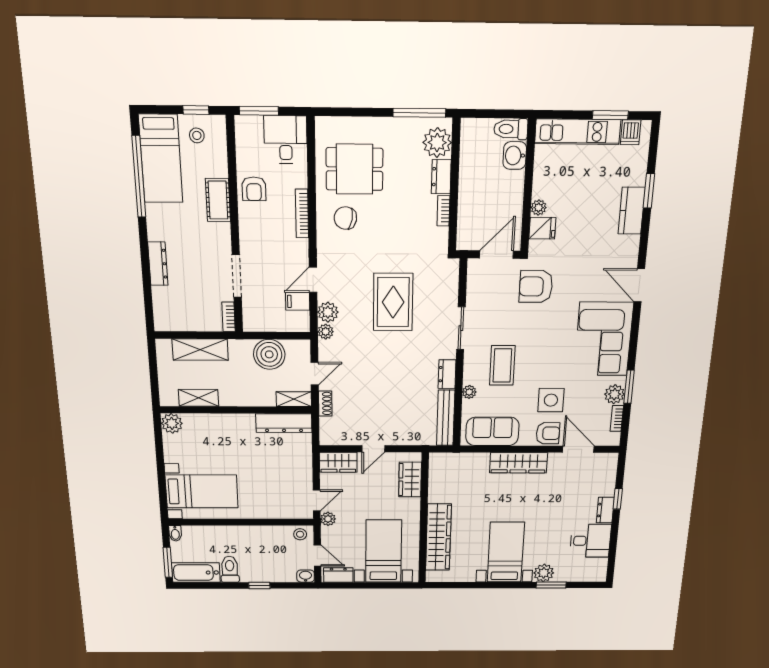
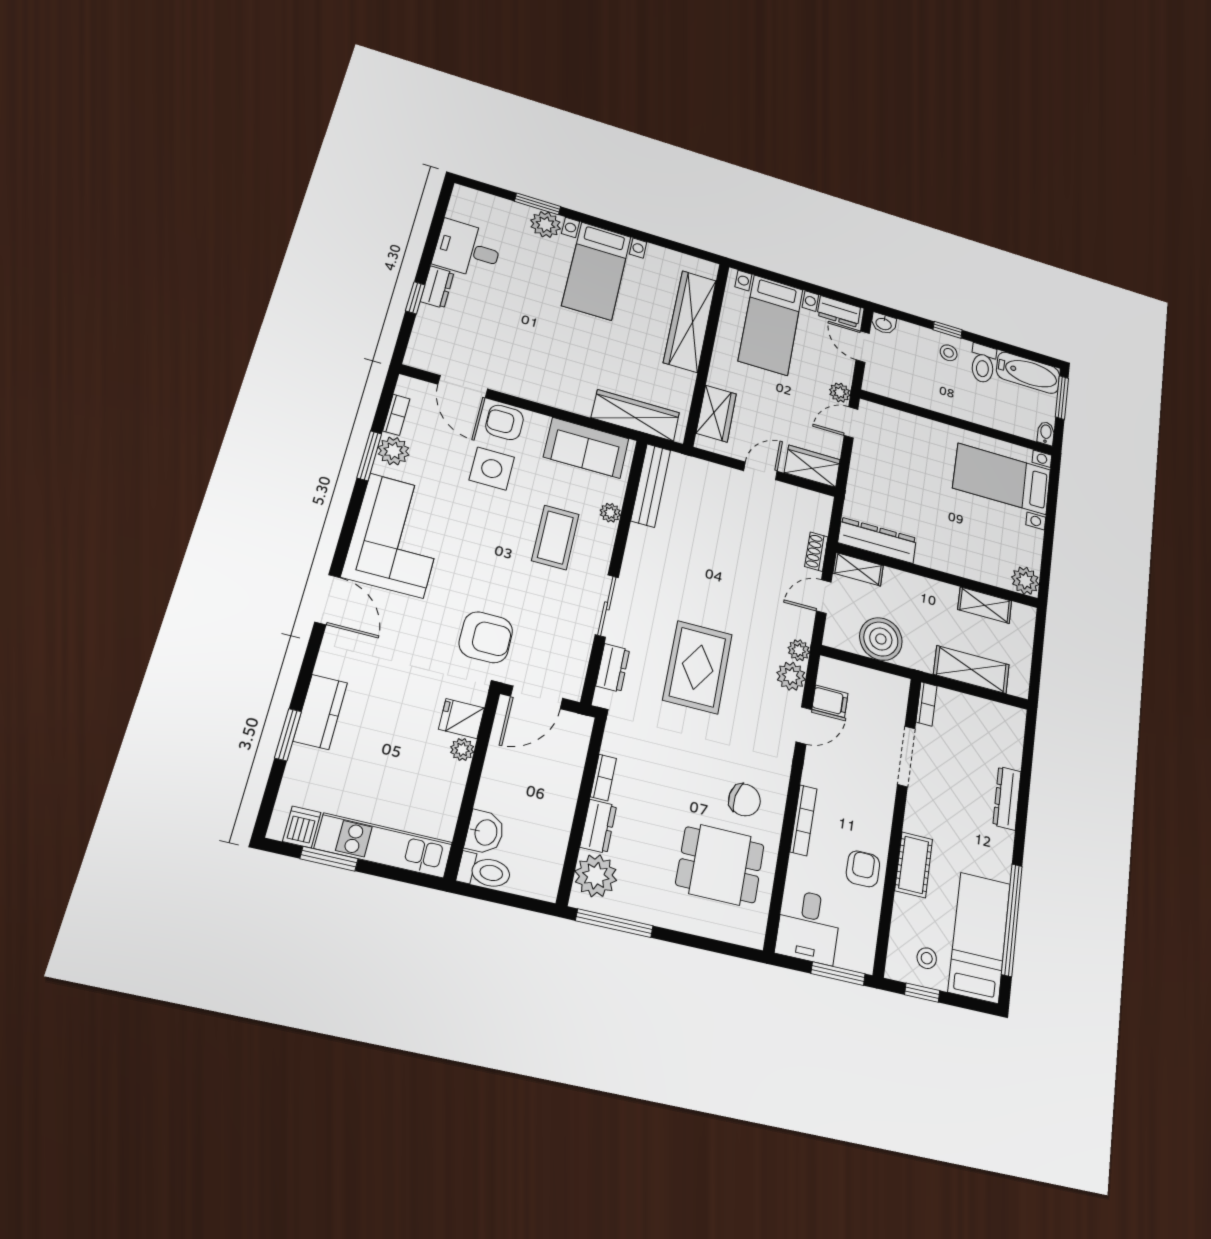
dresser: (447, 374) -> (613, 668), moved
wardrobe: (519, 463) -> (635, 415), moved
stool: (300, 534) -> (949, 353), moved

